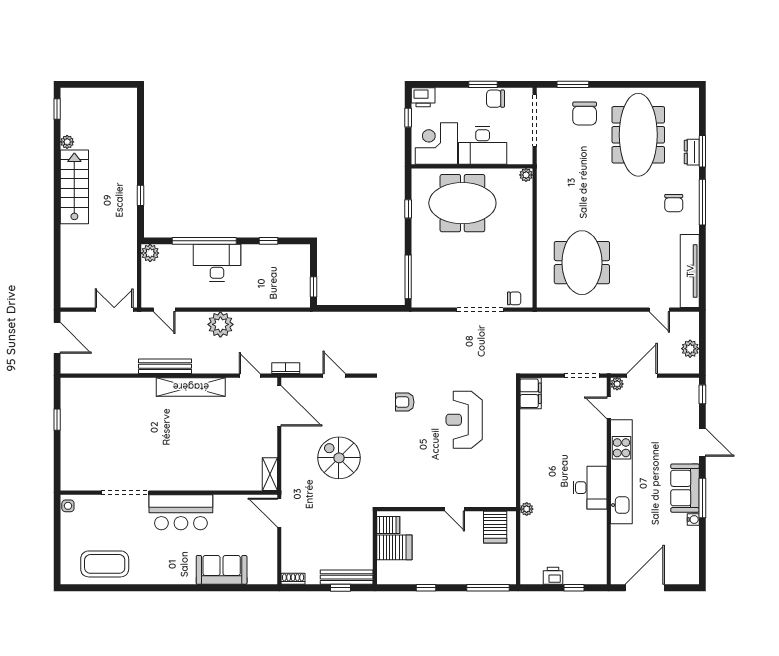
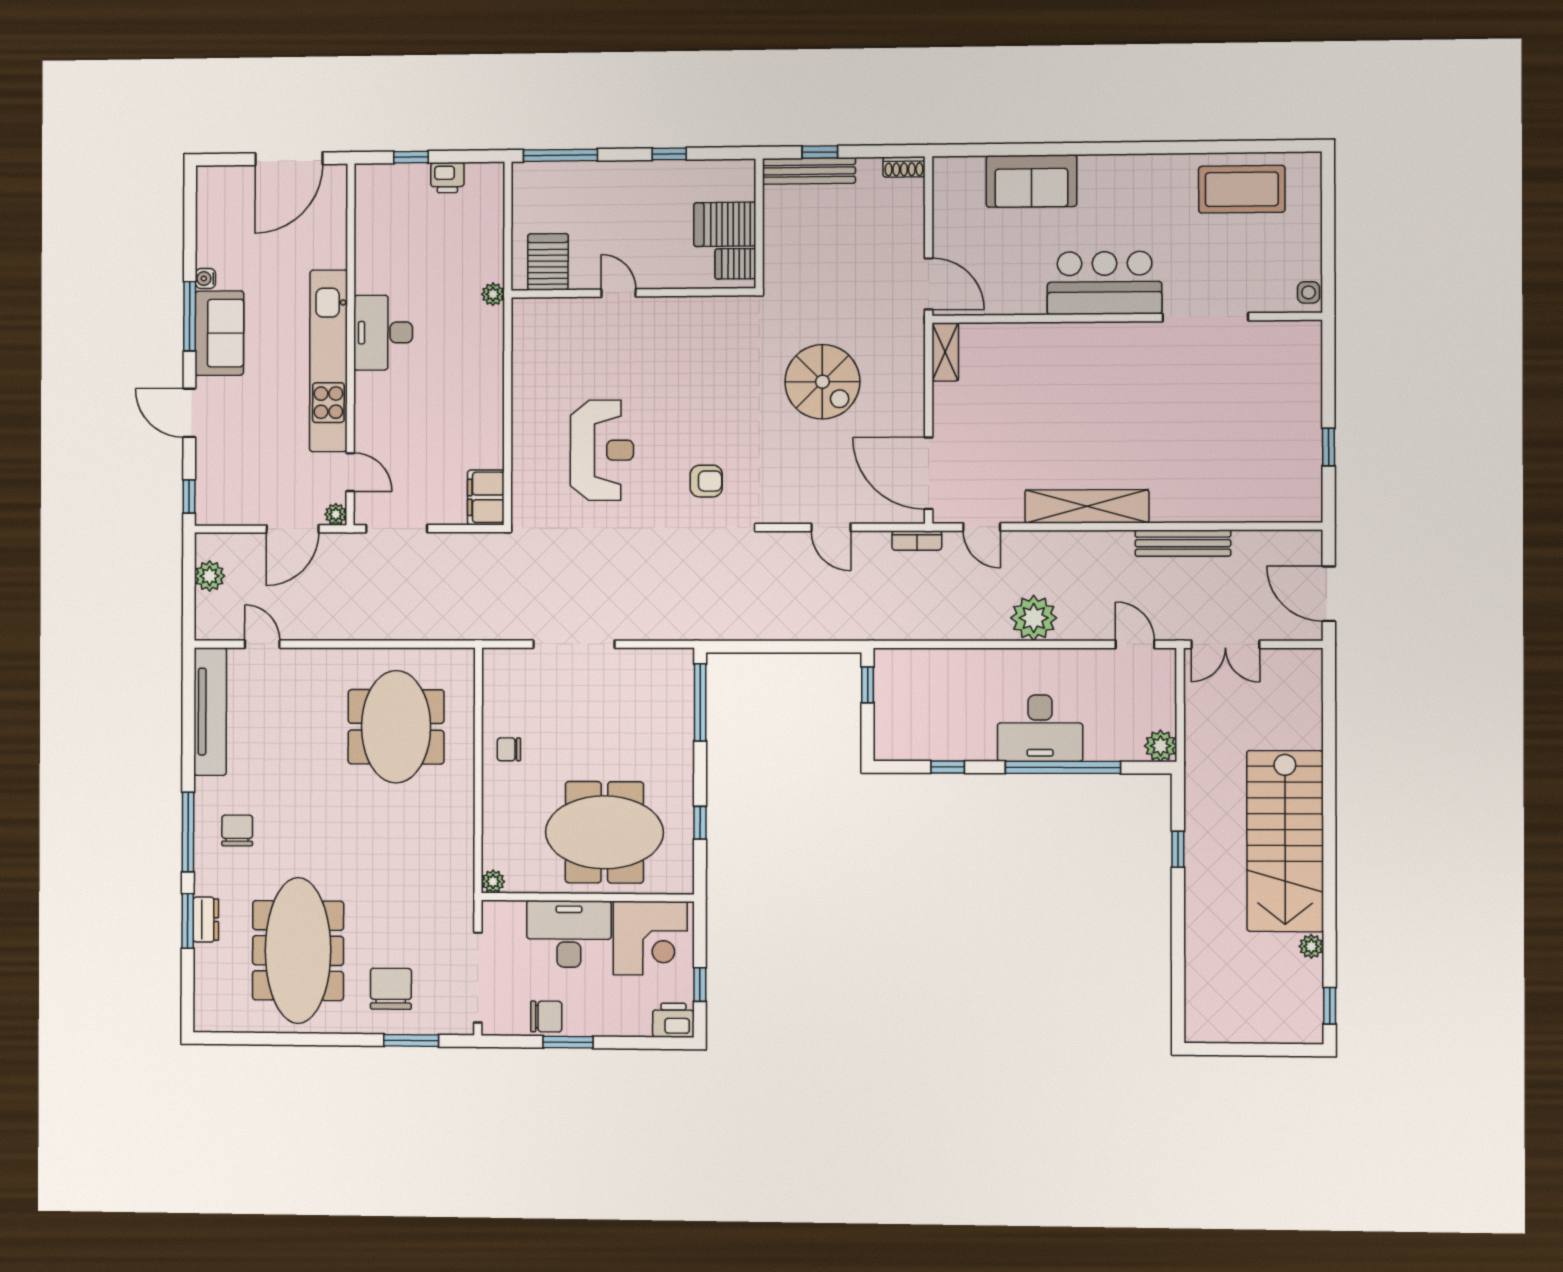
stairs: (74, 187) -> (1285, 841), width x1.36, depth x1.51
chair: (514, 298) -> (509, 749), moved
bench: (165, 366) -> (1183, 543), moved

